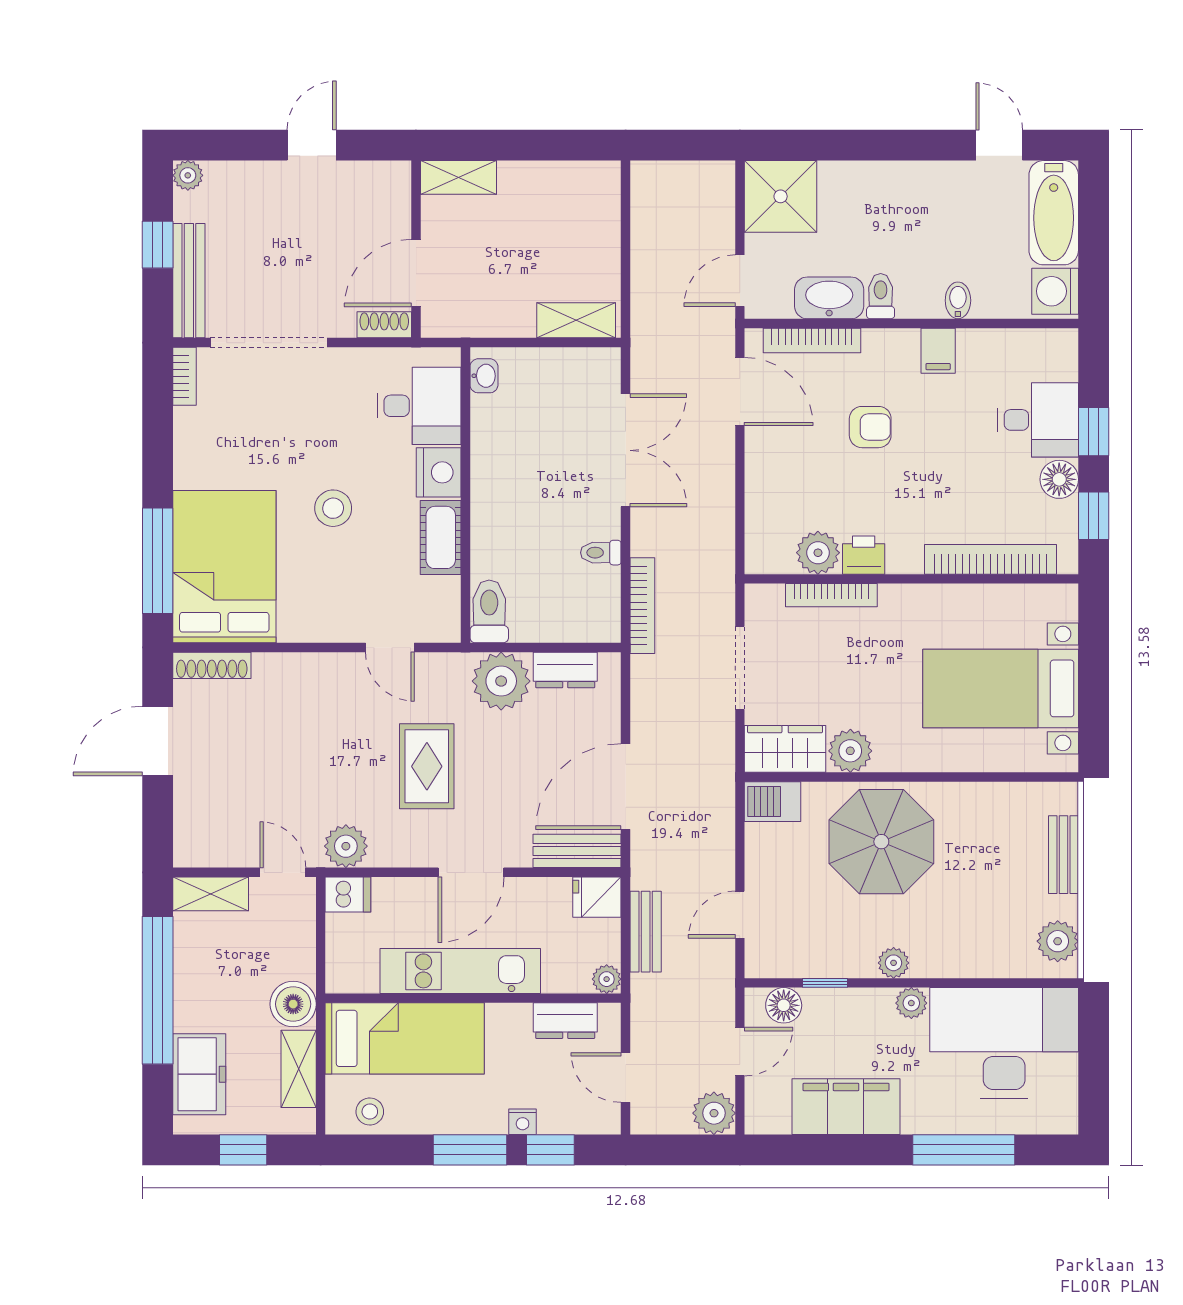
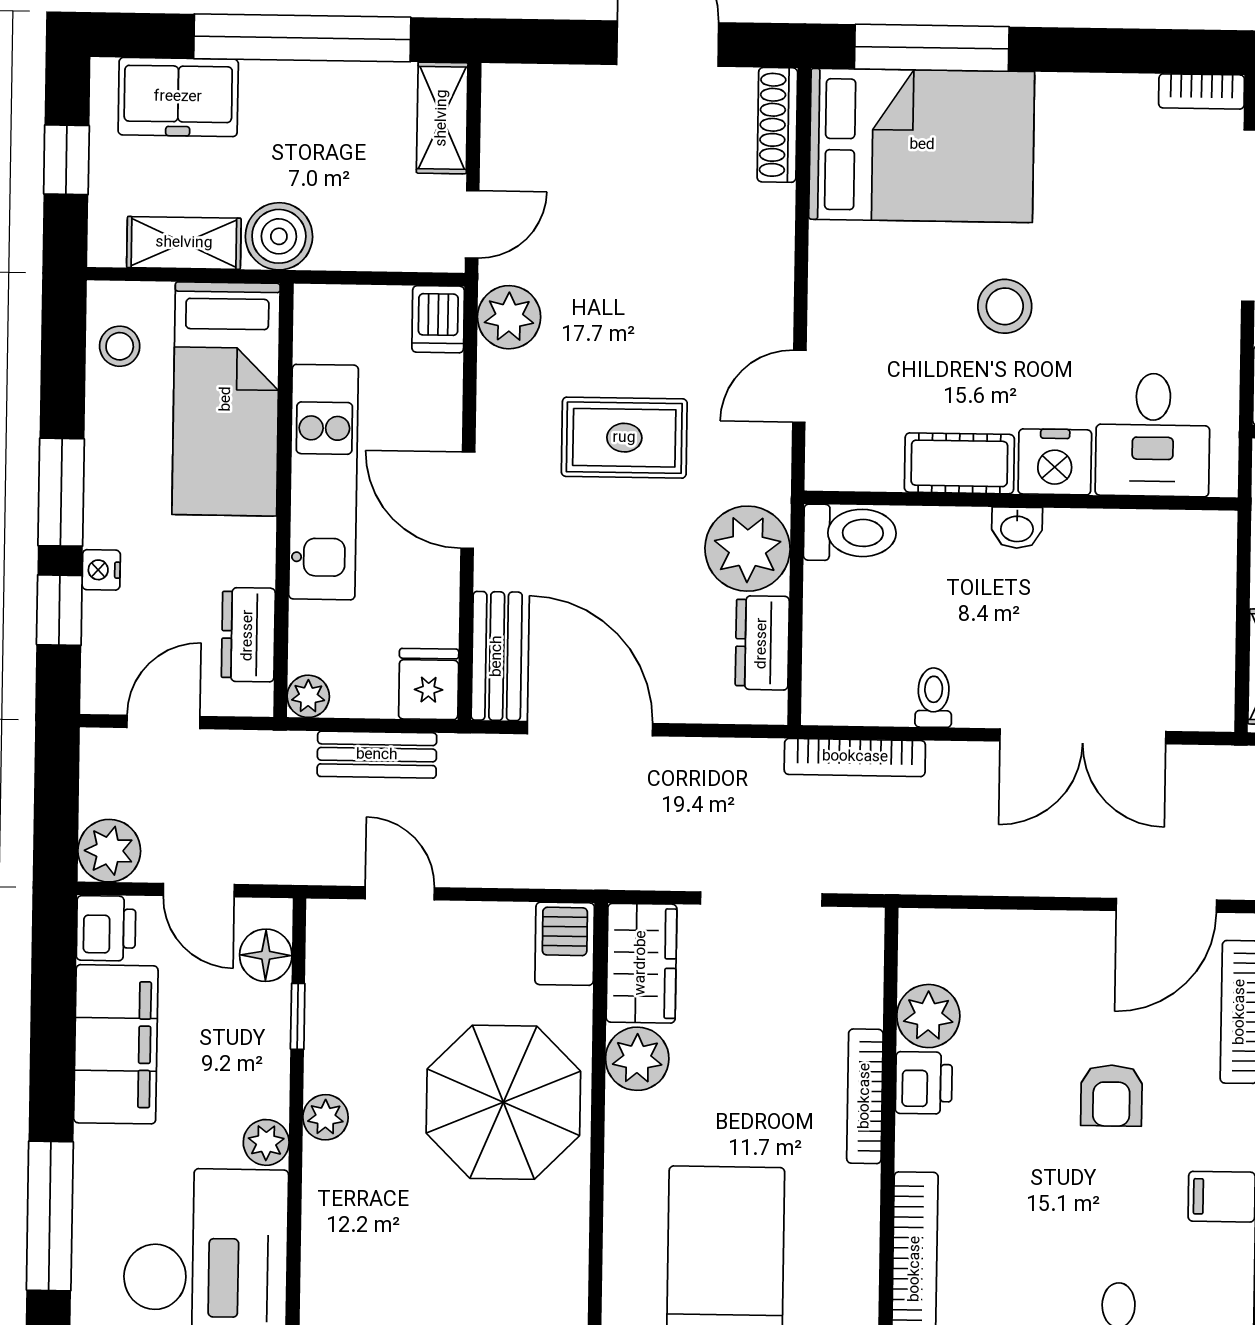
washbasin: (484, 376) -> (1017, 528), moved
bookcase: (831, 595) -> (865, 1096), moved
printer: (767, 1115) -> (106, 928), added

